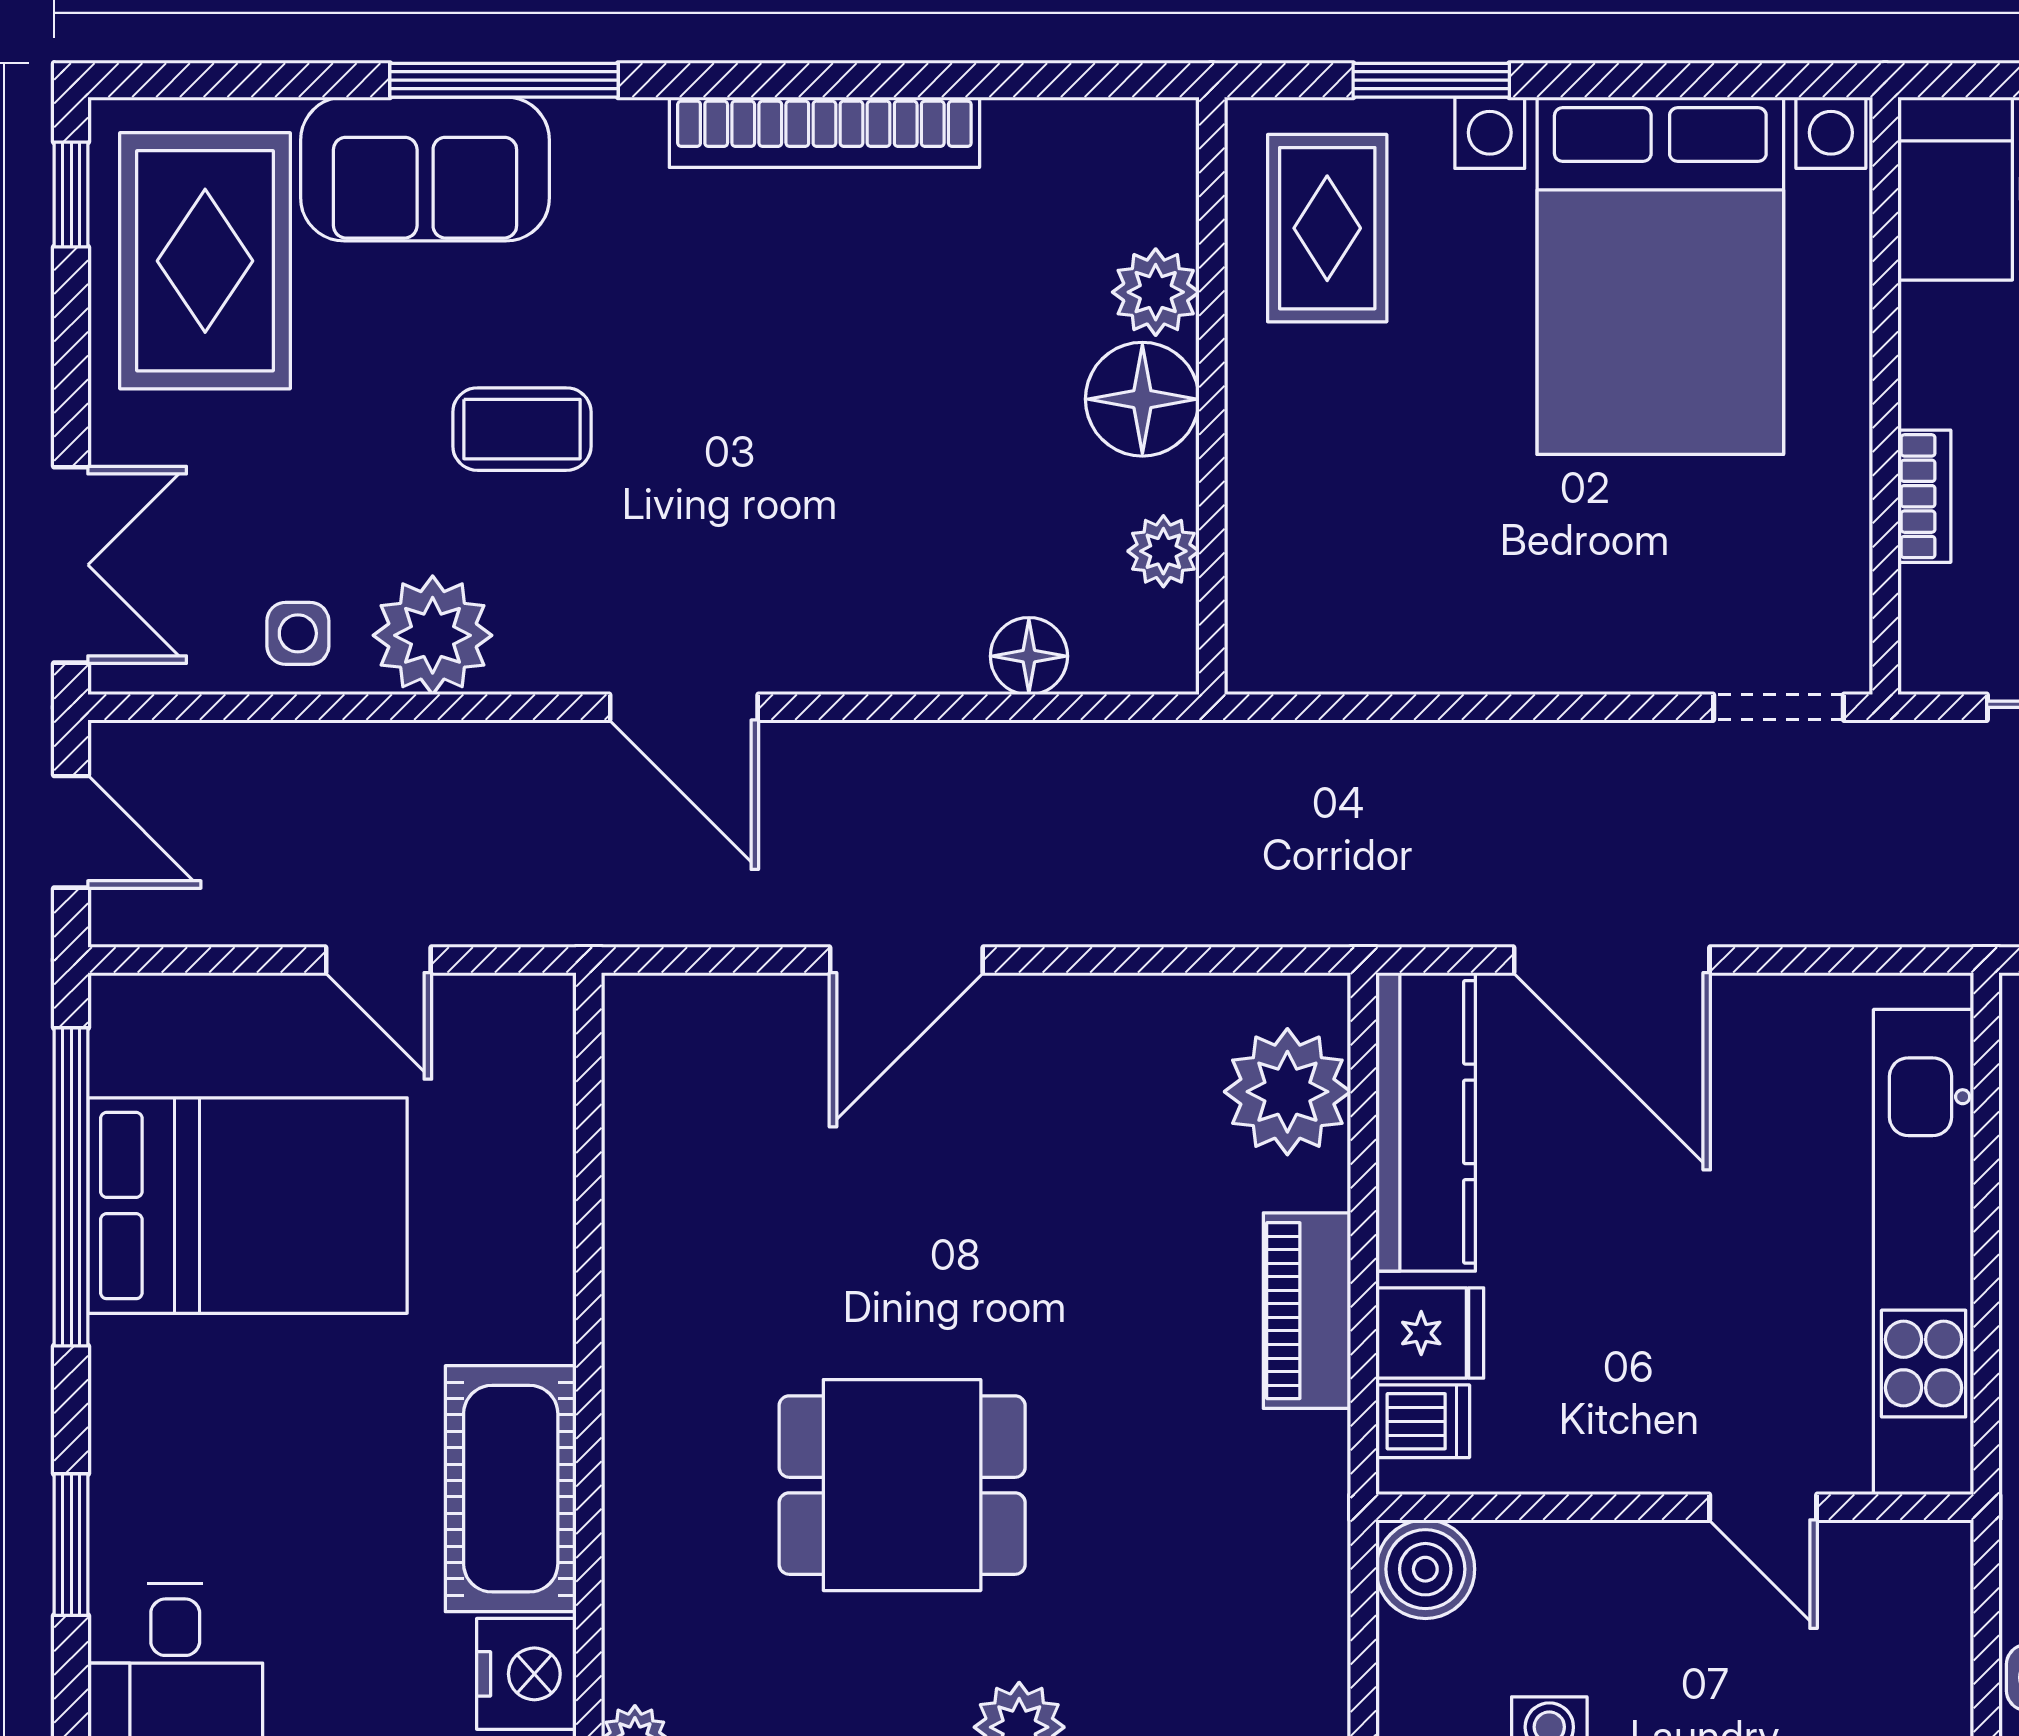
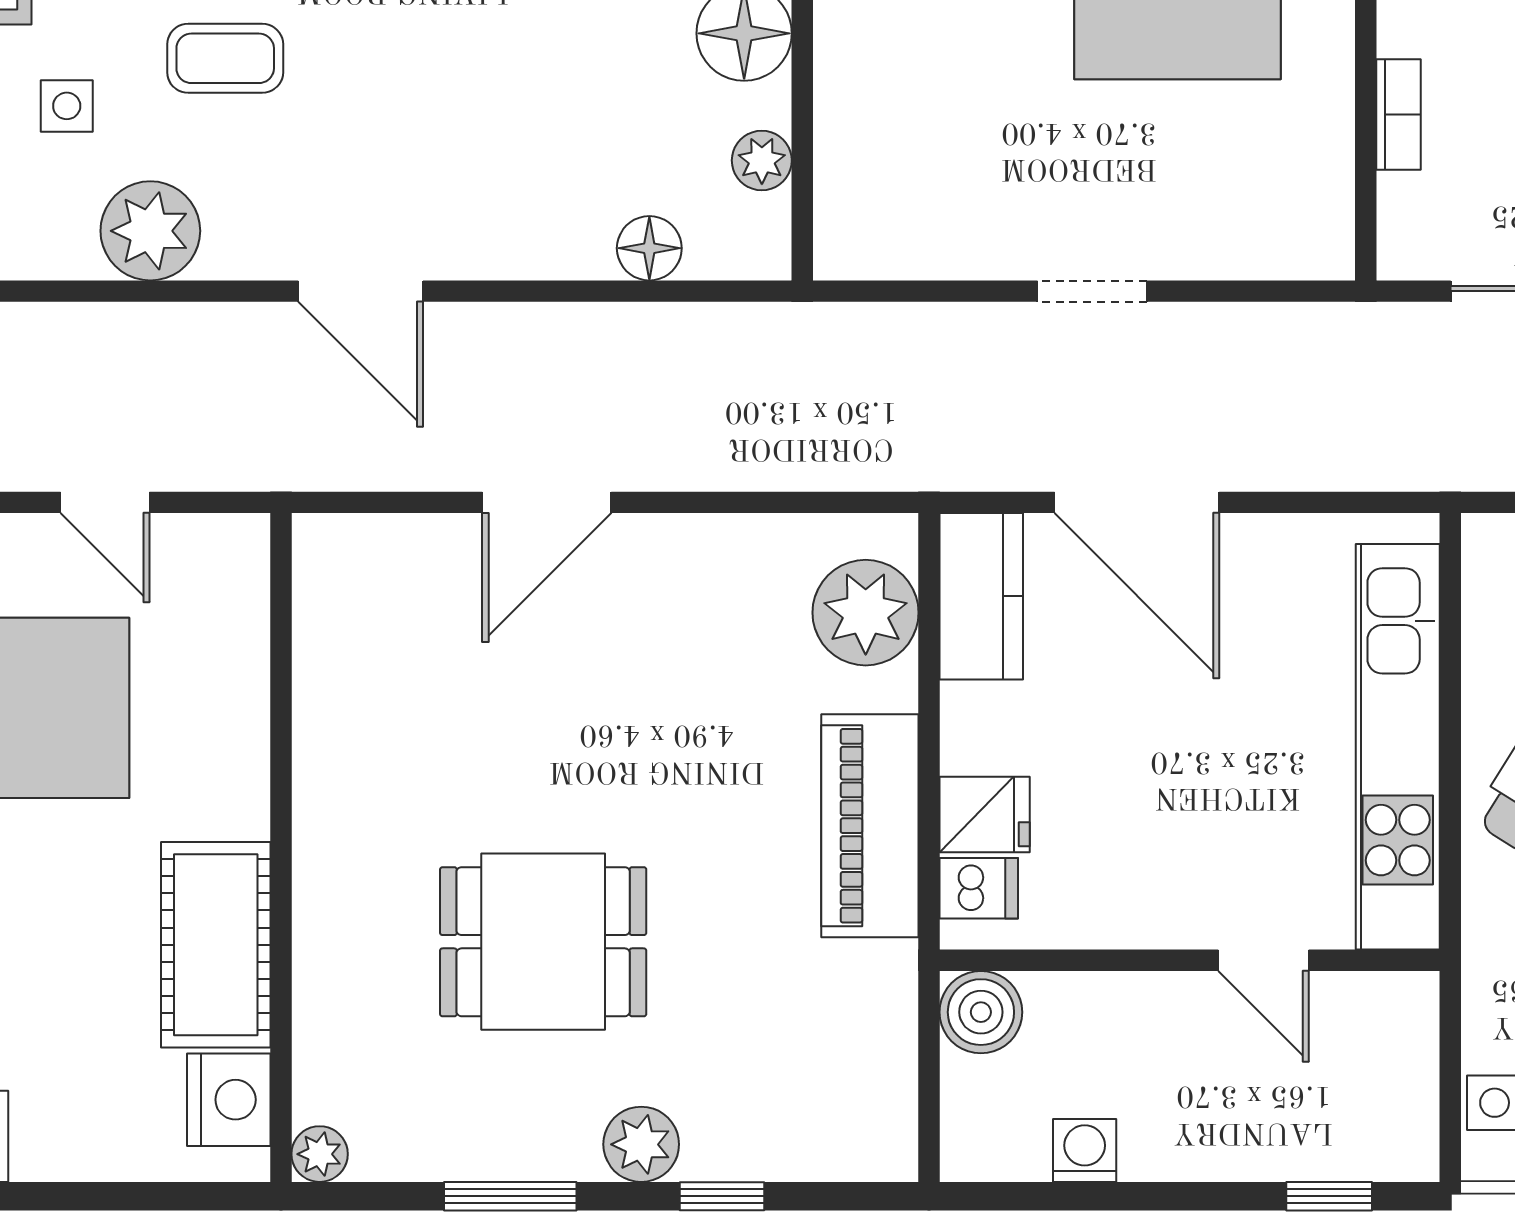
side table: (298, 633) -> (67, 106), moved
doorway: (1778, 707) -> (1092, 291), moved
kitchen counter: (1426, 1122) -> (981, 596), width x0.67
piano: (1307, 1311) -> (870, 826), width x1.37, depth x1.33

